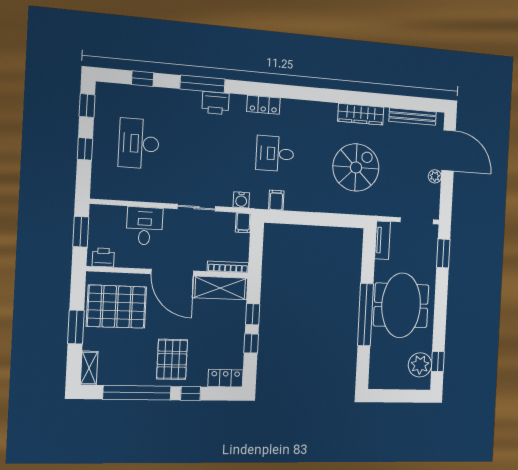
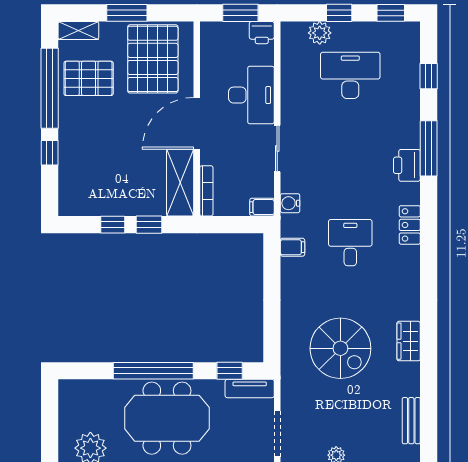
wardrobe: (361, 114) -> (409, 341), width x0.67
bench: (413, 117) -> (411, 421), width x0.73
plant: (101, 166) -> (320, 33), added
desk: (145, 226) -> (251, 95), width x1.37
window: (368, 255) -> (230, 371), added
printer: (103, 257) -> (262, 33), moved, turned 90
pallet: (172, 359) -> (89, 78), moved
locker: (226, 378) -> (69, 195), removed

